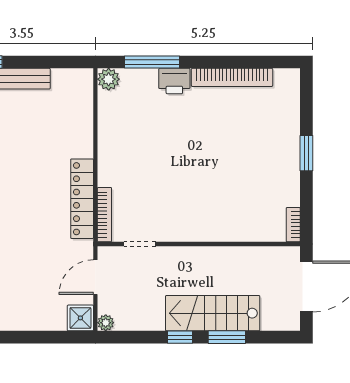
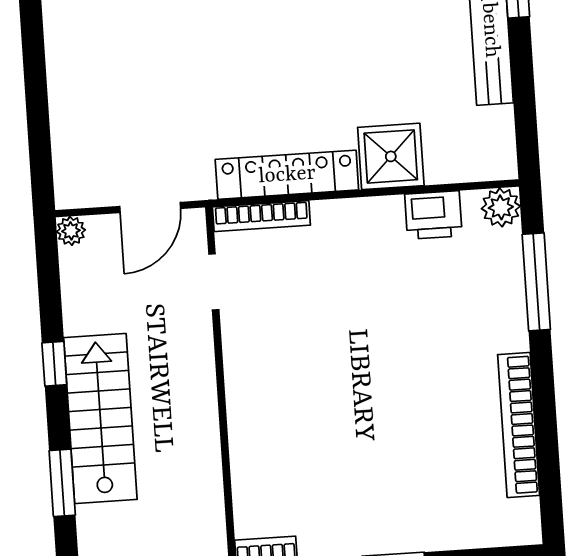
printer: (174, 81) -> (433, 215), moved, turned -90
door: (95, 277) -> (150, 207), swing flipped
shower: (80, 318) -> (391, 156), moved, width x1.36, depth x1.36
window: (227, 337) -> (62, 483), moved

